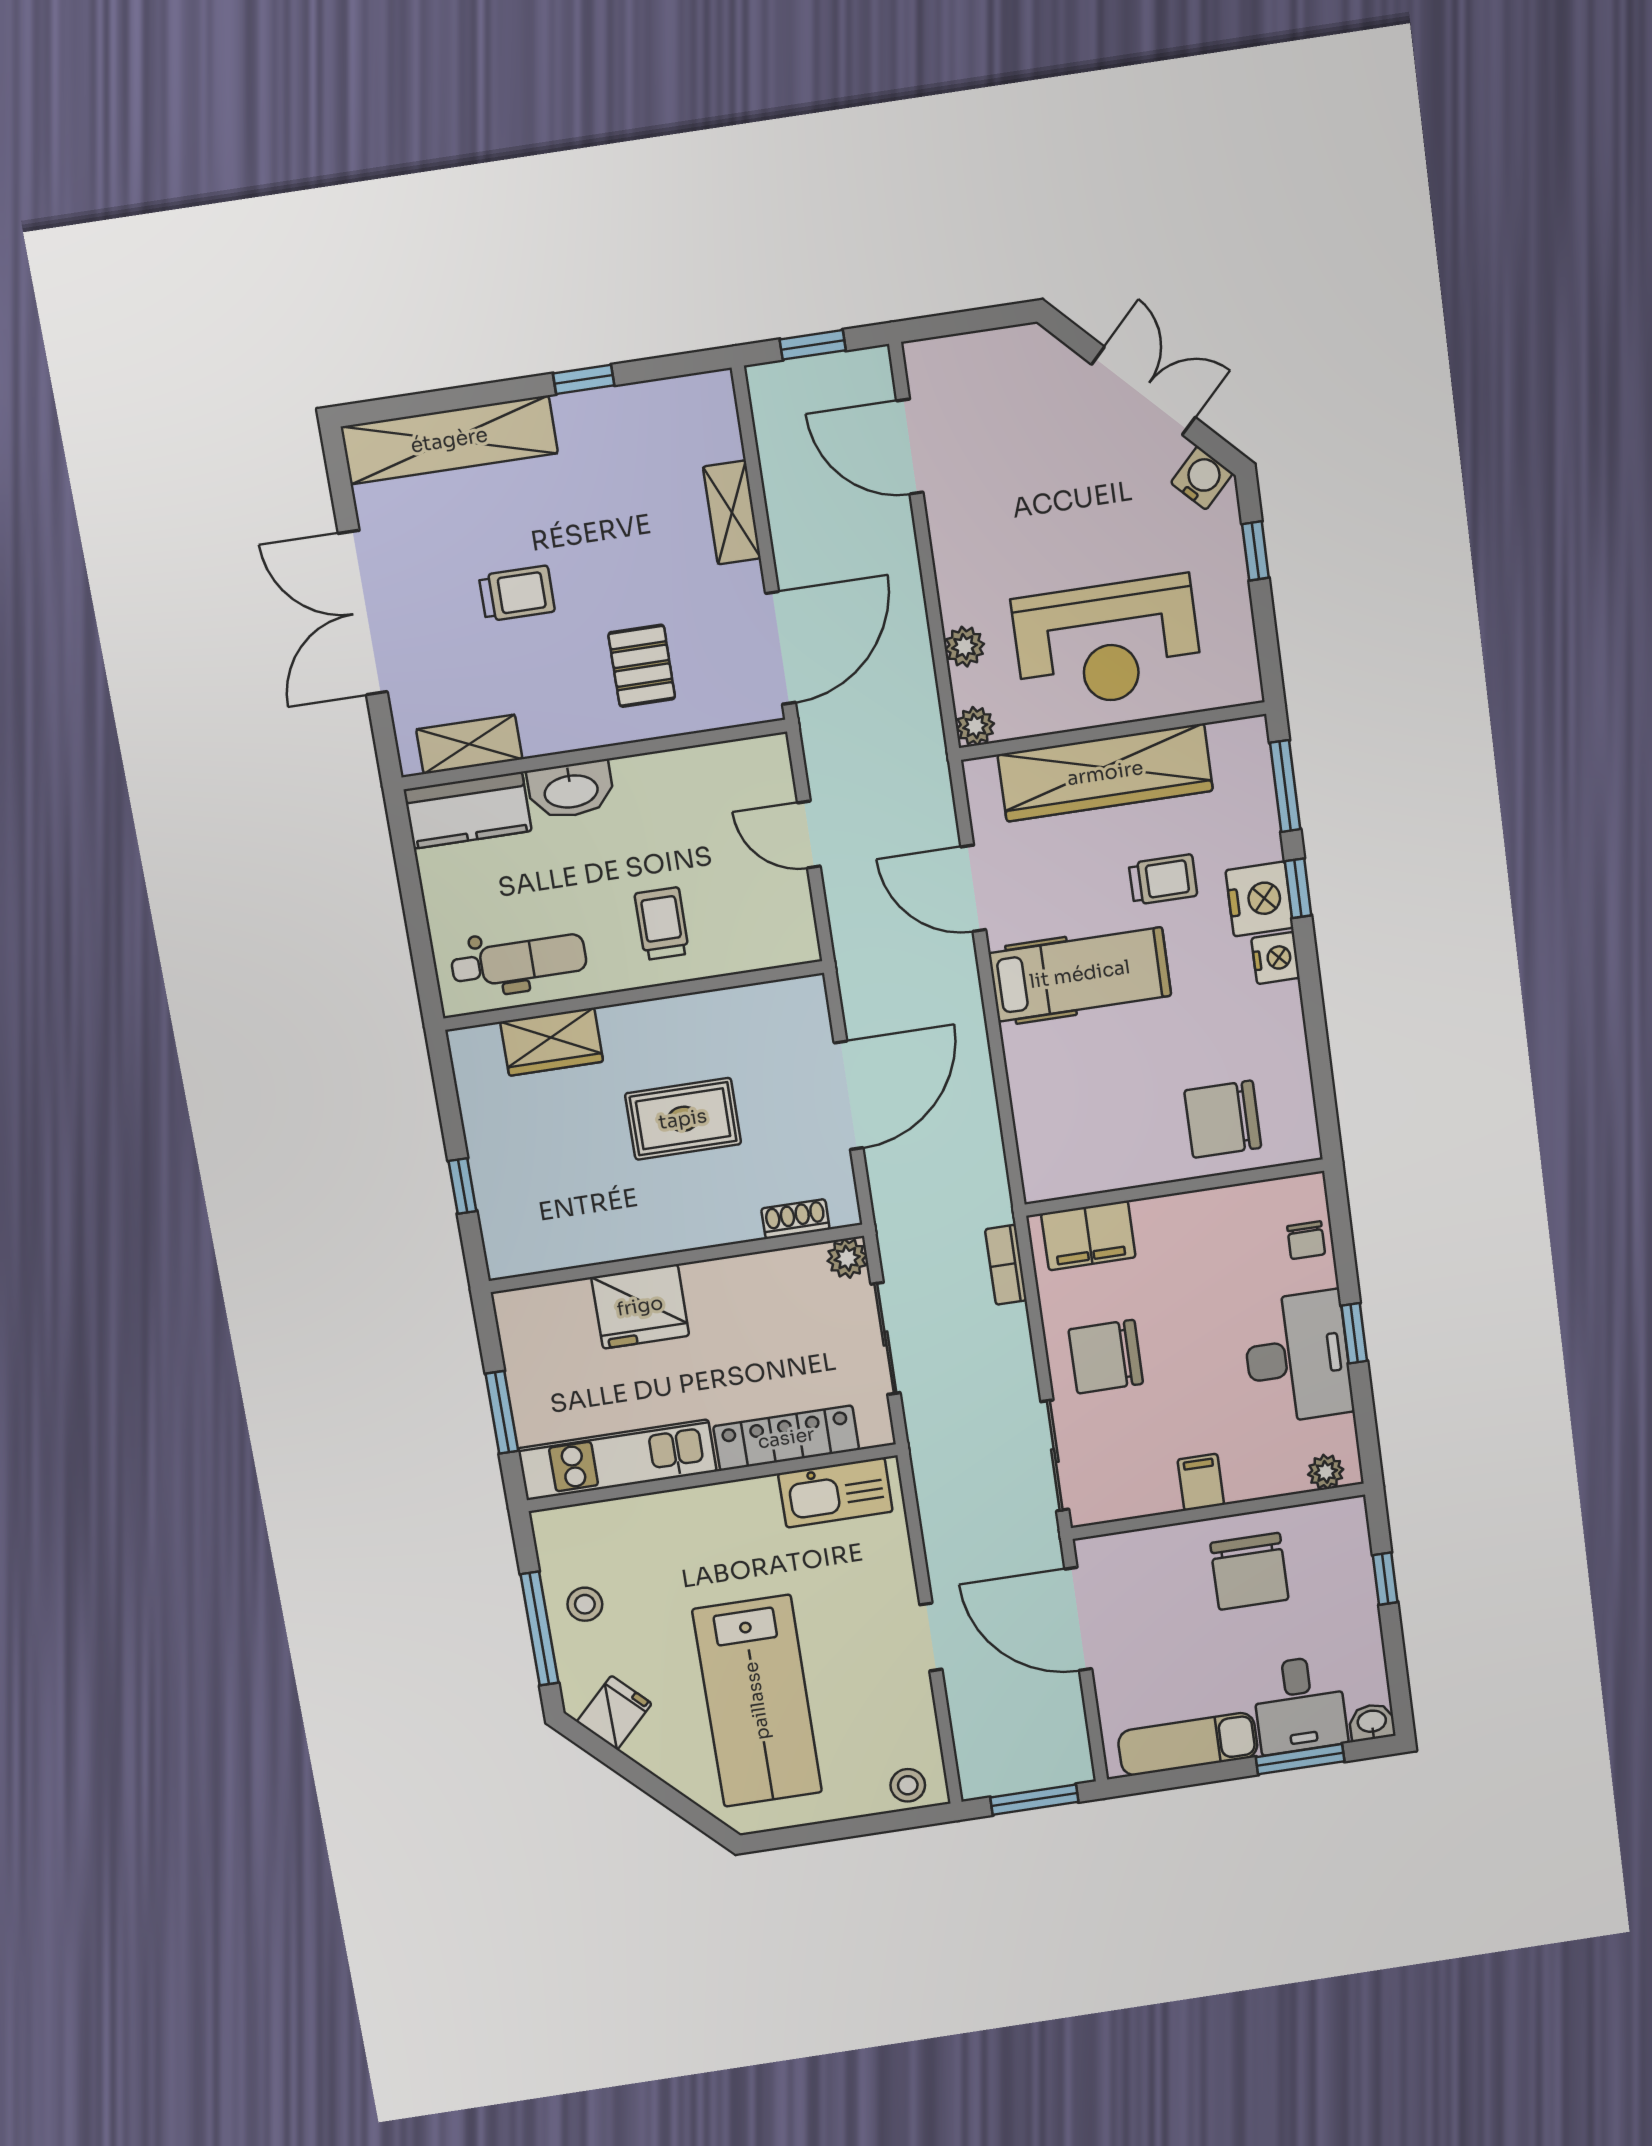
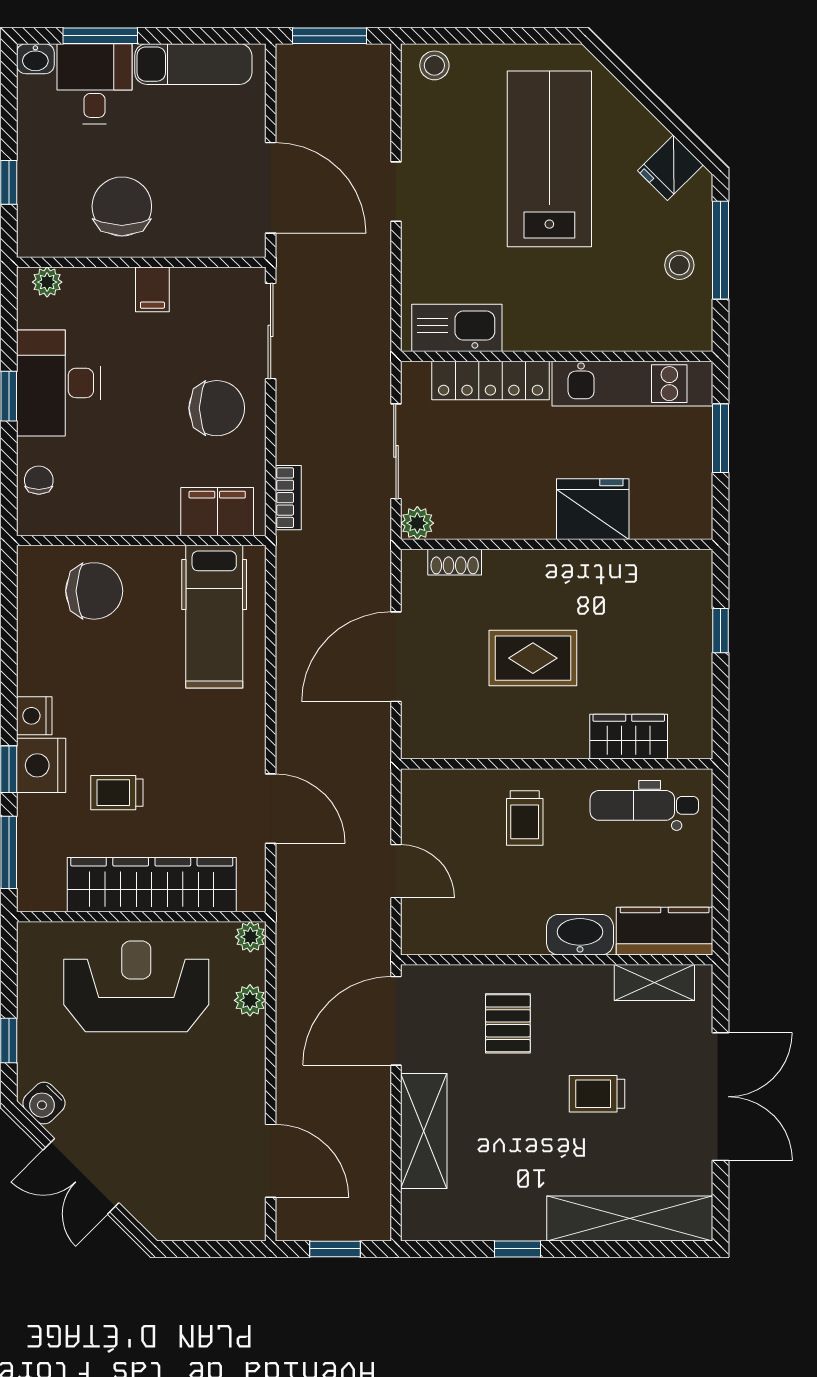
shelving: (732, 512) -> (424, 1131), width x1.50, depth x1.33
hospital bed: (1080, 974) -> (214, 617), moved, turned -90

